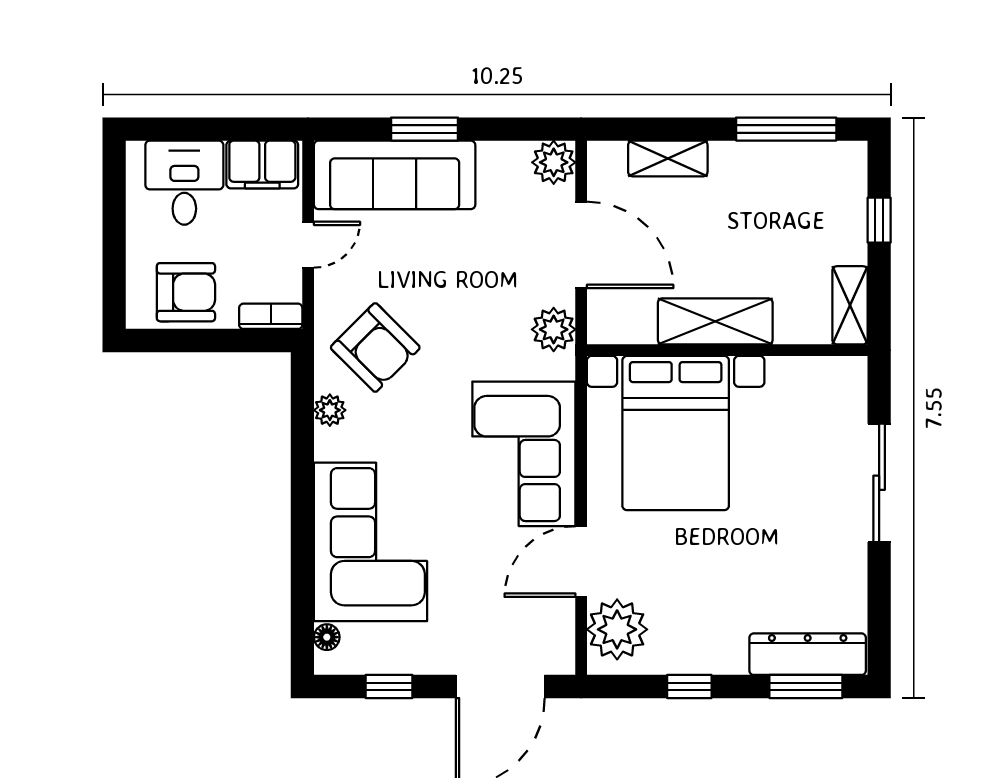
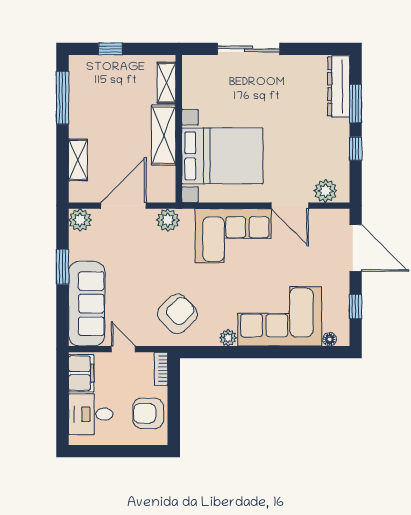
window: (425, 129) -> (63, 267), moved
armchair: (186, 292) -> (148, 413), turned -90
shelving: (850, 305) -> (166, 83), moved, turned 90
plant: (330, 410) -> (228, 338), moved
plant: (617, 629) -> (326, 191), width x0.73, depth x0.73
window: (806, 687) -> (356, 104), moved

